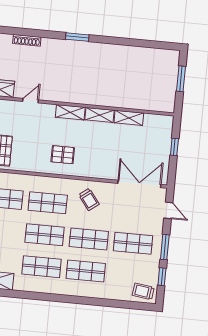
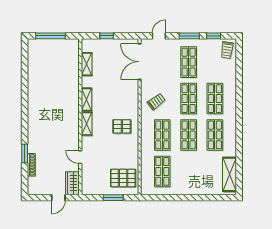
window: (77, 37) -> (25, 154), moved
window: (181, 79) -> (50, 36), width x1.44
shelving: (129, 118) -> (87, 64), moved
pallet: (63, 155) -> (122, 126), turned 90

